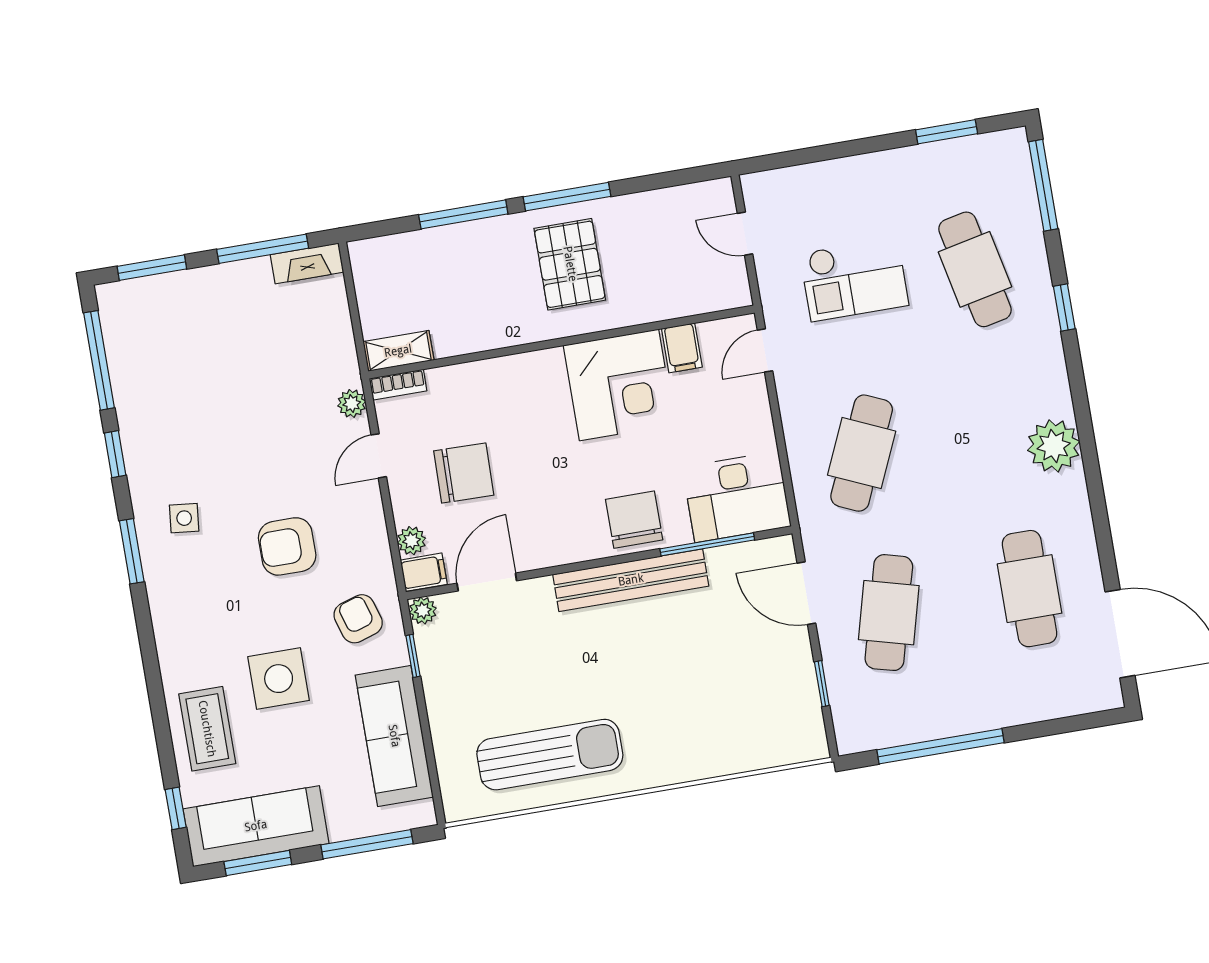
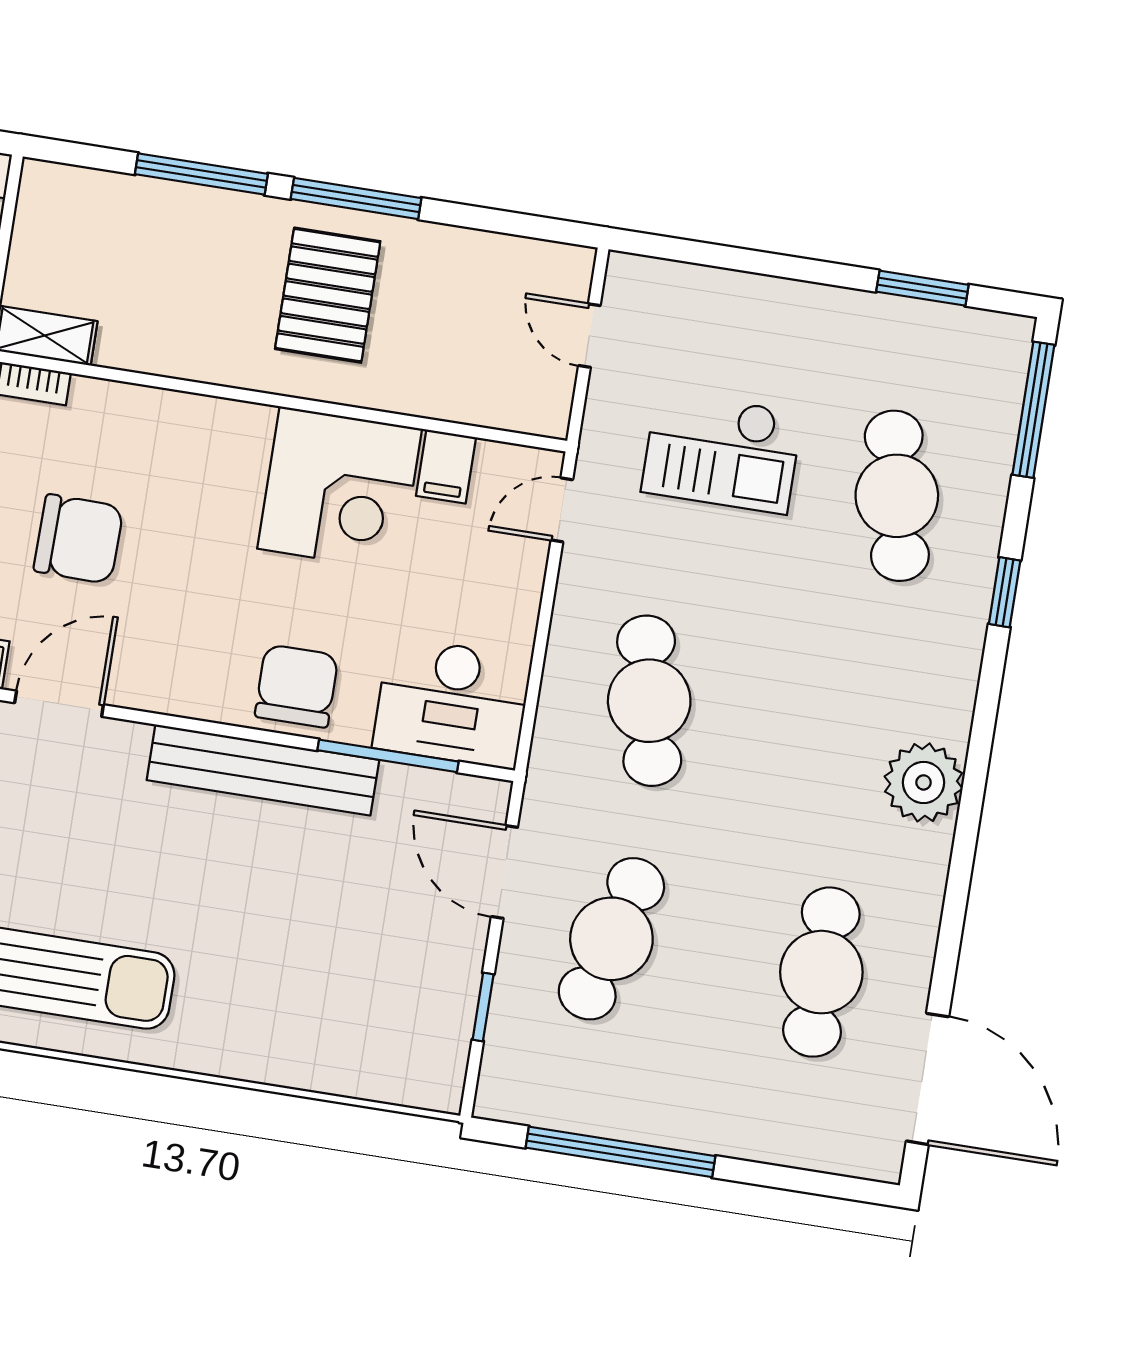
cafe table: (862, 453) -> (649, 701), turned -36

